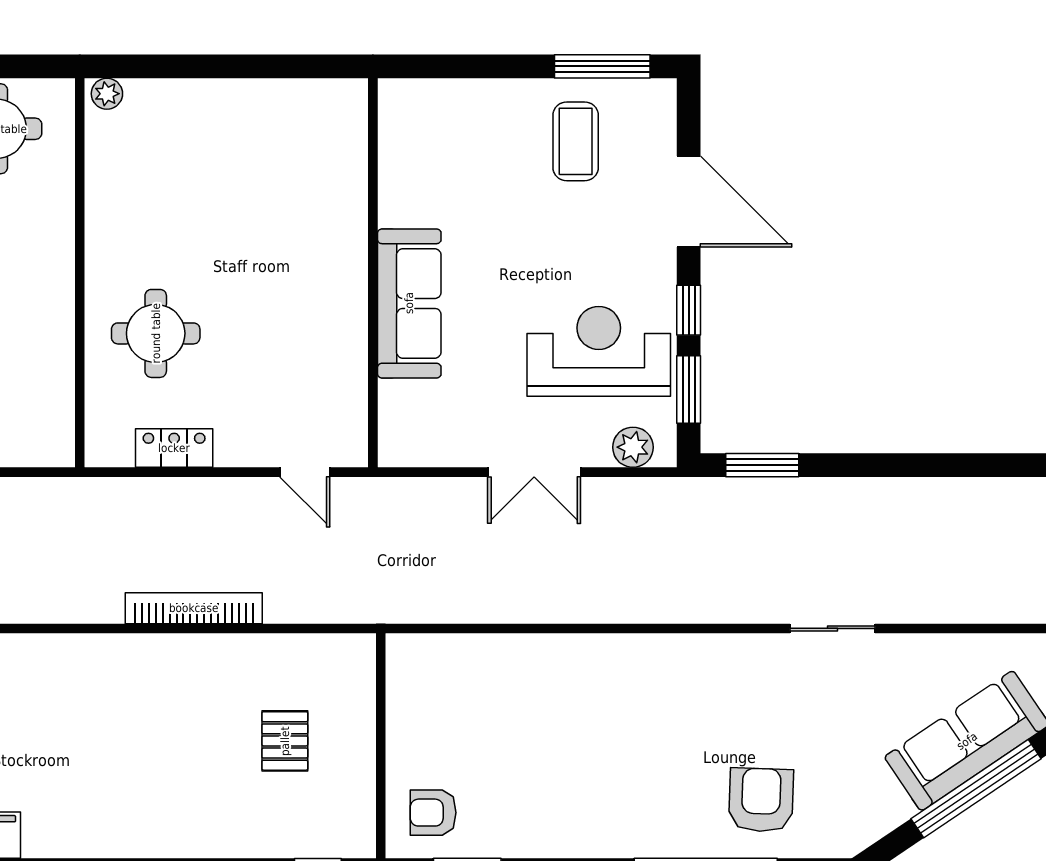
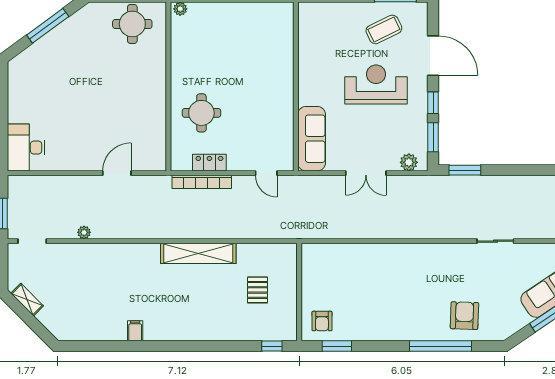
coffee table: (576, 141) -> (384, 29), turned 64
sofa: (409, 303) -> (312, 139), moved
reception desk: (599, 351) -> (376, 84), moved
bookcase: (194, 608) -> (202, 182), moved, turned 180
shelving: (148, 657) -> (198, 253), added
armchair: (433, 813) -> (322, 321), turned -90

